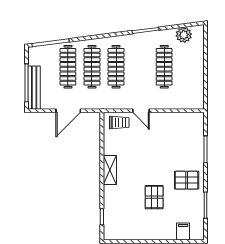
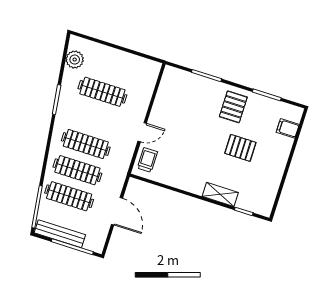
bench: (34, 88) -> (60, 234), moved
shelving: (110, 170) -> (220, 194), moved

